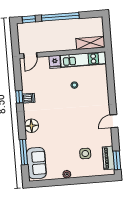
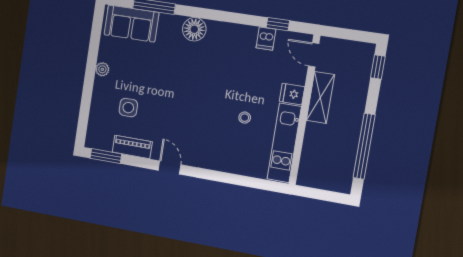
window: (60, 17) -> (364, 146), moved
shelving: (90, 43) -> (320, 98), moved
window: (19, 97) -> (278, 24), moved
dishwasher: (29, 98) -> (266, 39), moved
piano: (108, 158) -> (132, 147), moved

